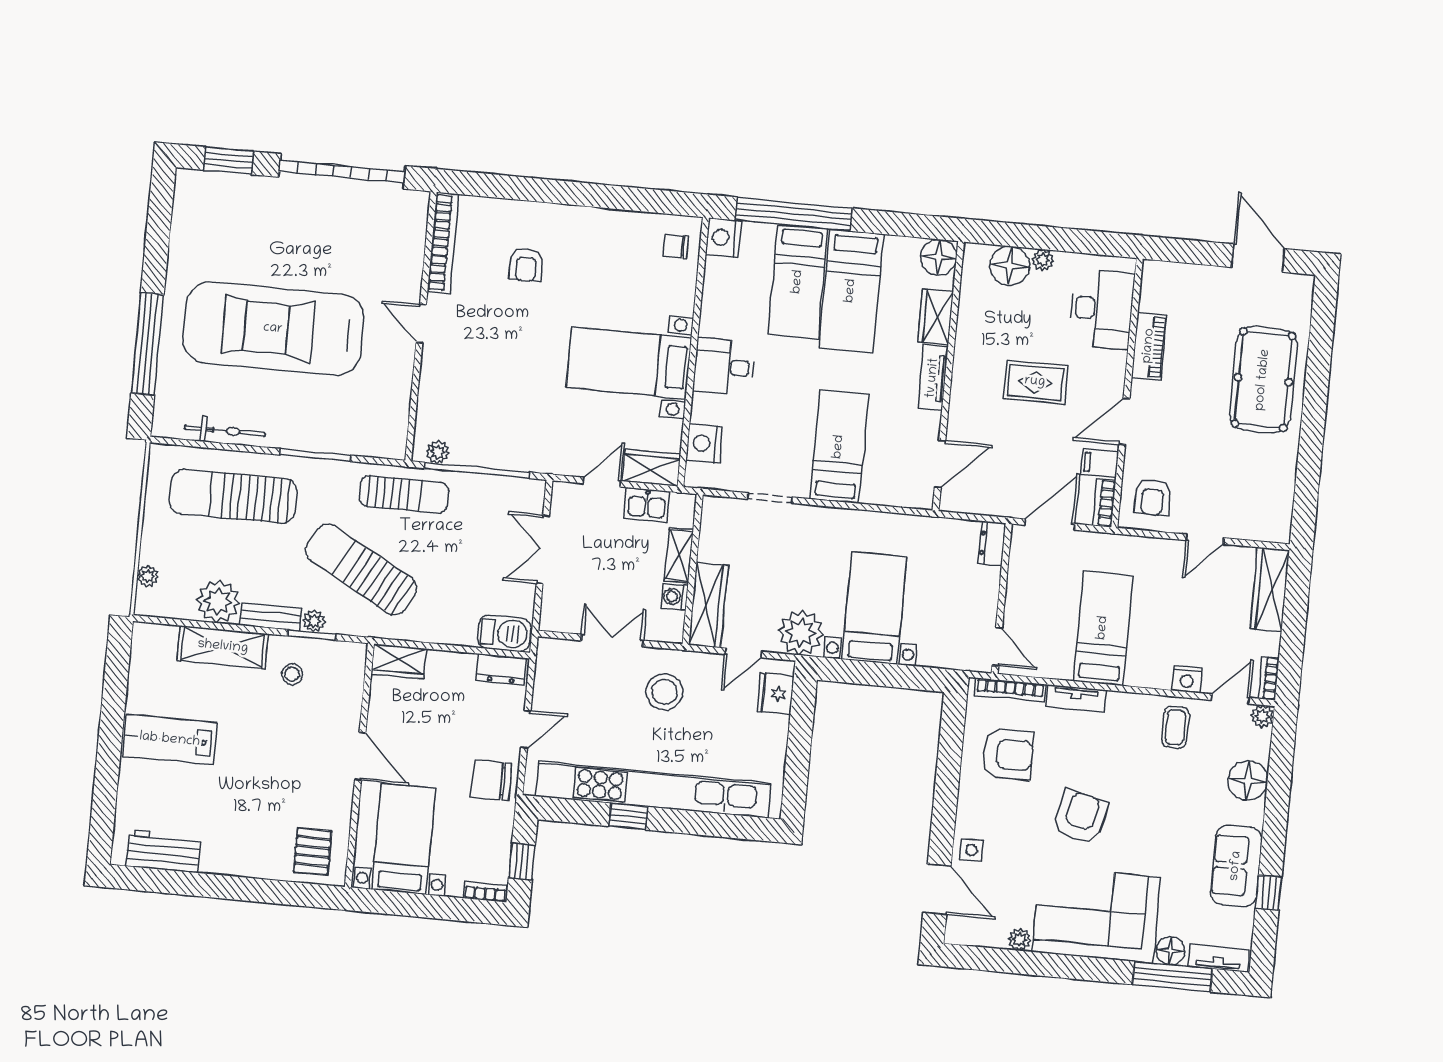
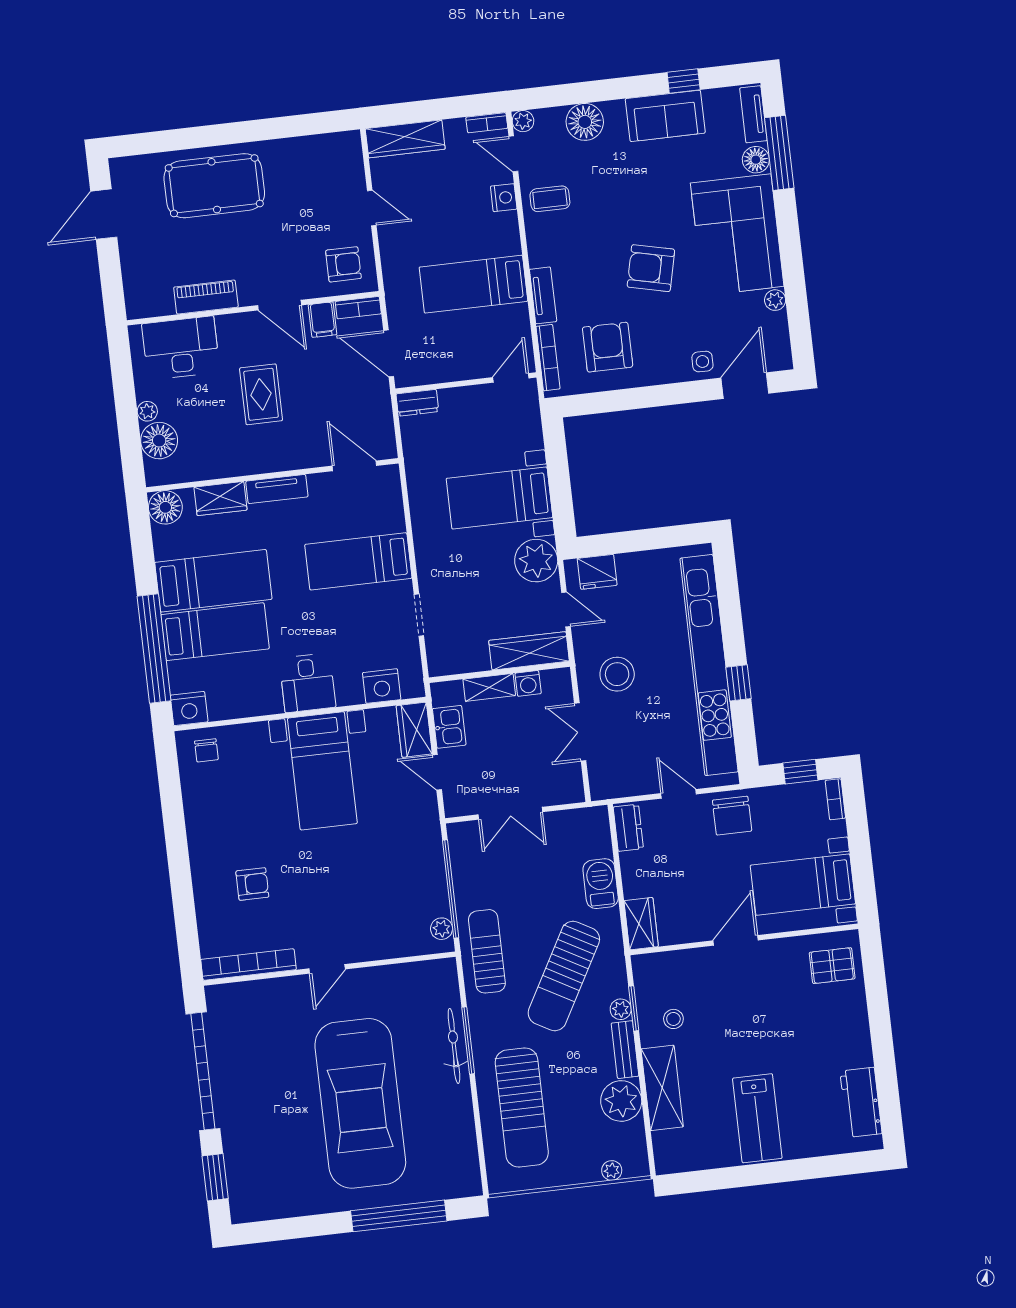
bicycle: (225, 431) -> (454, 1046), moved
barbecue: (504, 633) -> (601, 884), moved

